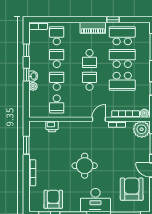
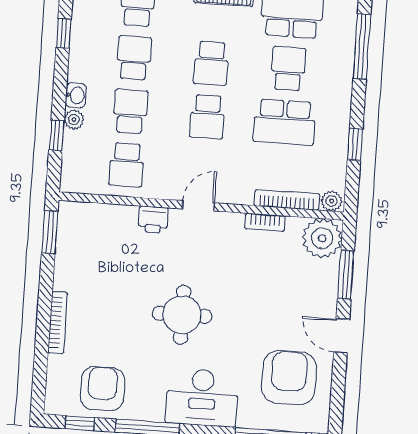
school desk: (122, 59) -> (288, 69), width x0.54
window: (26, 75) -> (57, 135), moved
school desk: (89, 81) -> (207, 117), turned 180
door: (99, 119) -> (198, 206), moved
printer: (52, 126) -> (153, 219), moved
window: (26, 145) -> (50, 232), moved

